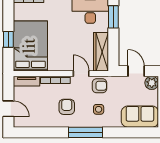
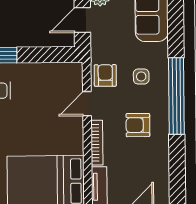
wardrobe: (101, 52) -> (53, 74), removed
window: (86, 132) -> (176, 96), width x1.46

